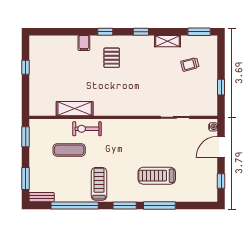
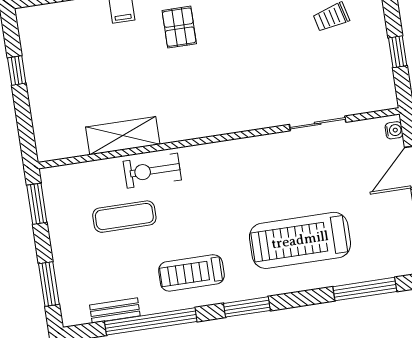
treadmill: (157, 176) -> (300, 240), width x1.37, depth x1.38
treadmill: (99, 184) -> (191, 273), turned -90
bench: (42, 197) -> (115, 310), moved
window: (159, 205) -> (365, 289), moved

